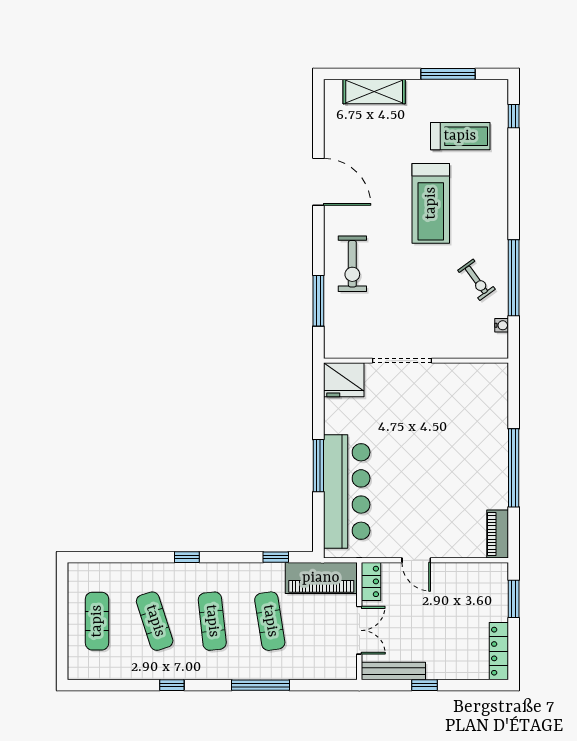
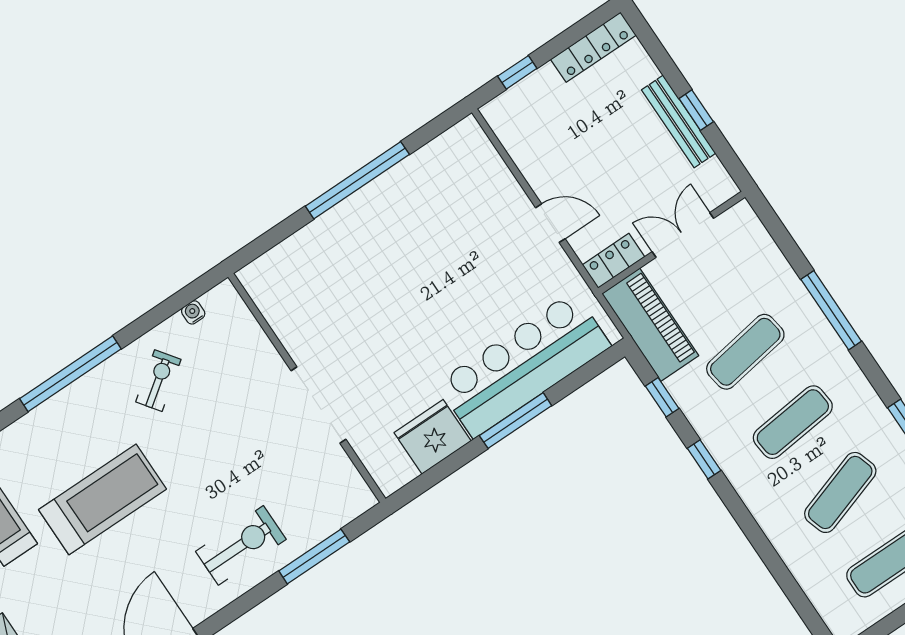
window: (514, 278) -> (70, 374), moved
fridge: (344, 380) -> (433, 437), moved, turned -90
piano: (498, 534) -> (451, 145), removed
window: (187, 557) -> (704, 459), moved
door: (416, 560) -> (550, 223), hinge flipped
window: (514, 599) -> (517, 72), width x0.67
bench: (393, 671) -> (679, 122), moved

